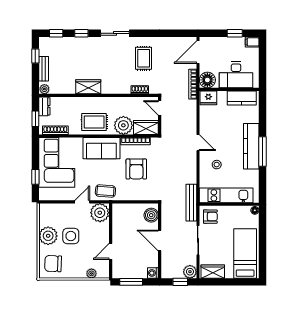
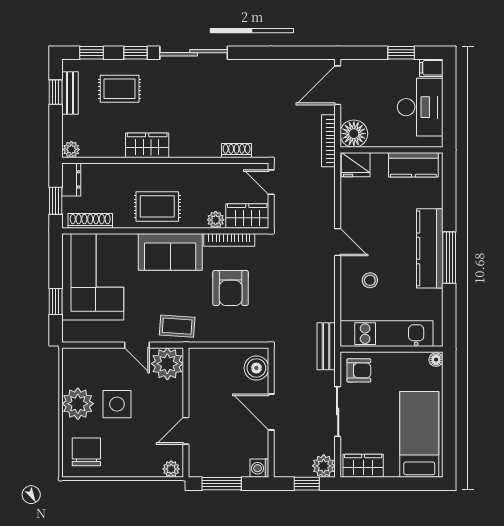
sliding door: (115, 33) -> (194, 53), width x1.37
rug: (144, 58) -> (120, 89), moved, turned 90
bench: (44, 69) -> (70, 93), moved
desk: (236, 75) -> (420, 107), moved, turned -90
plant: (123, 125) -> (216, 220), width x0.53, depth x0.53
door: (82, 202) -> (137, 345), swing flipped
bench: (191, 203) -> (326, 346), width x0.73
chair: (53, 264) -> (86, 452), turned 88
plant: (91, 273) -> (171, 469), moved

